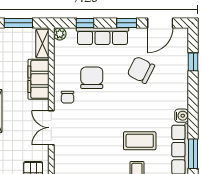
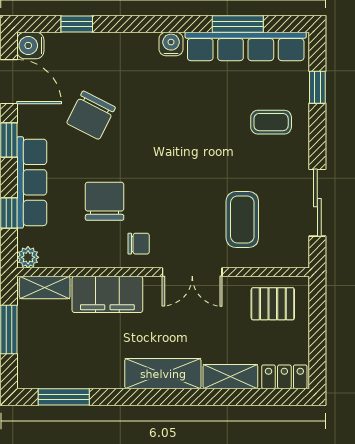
water cooler: (181, 35) -> (30, 45), added
chair: (92, 78) -> (105, 201), turned 90
coffee table: (140, 141) -> (242, 220), moved

